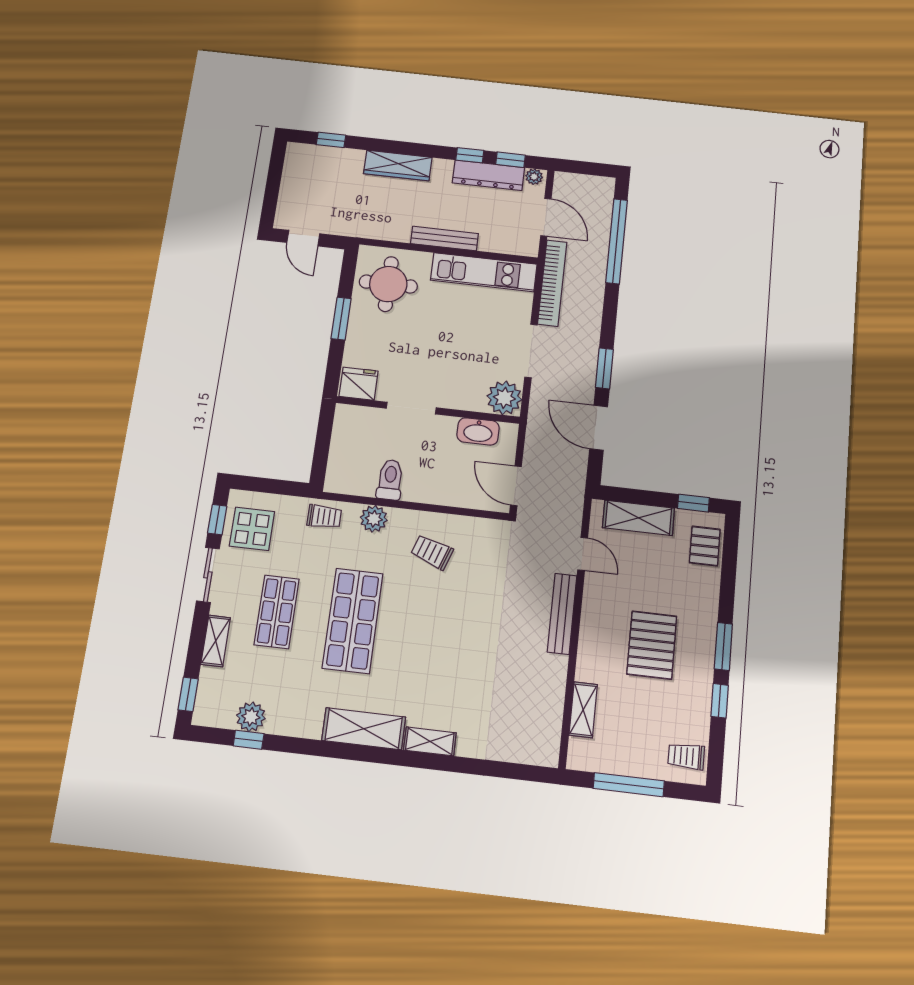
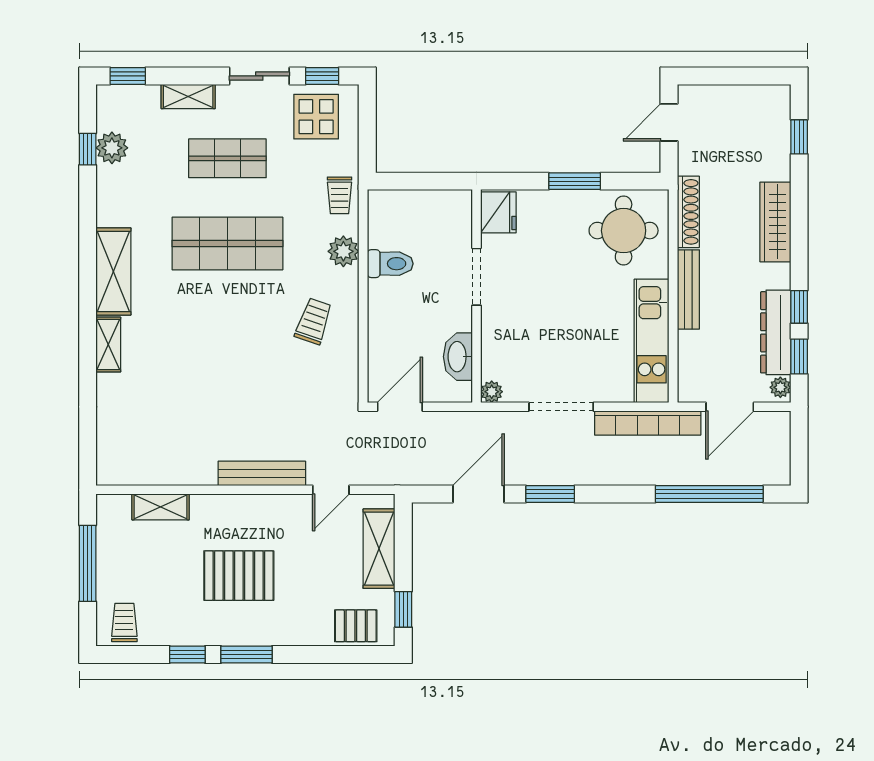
shoe rack: (380, 231) -> (688, 212), added
plant: (504, 398) -> (492, 392), width x0.53, depth x0.53

